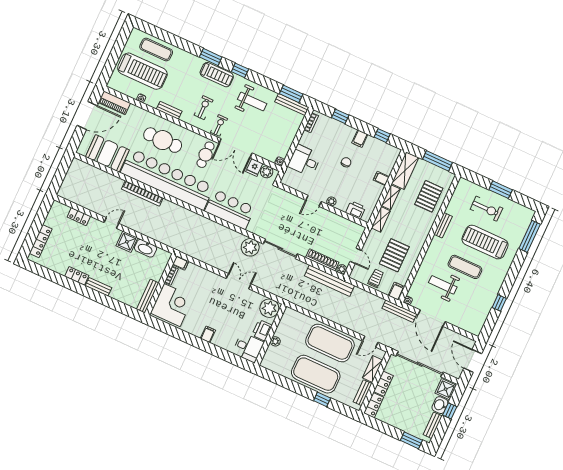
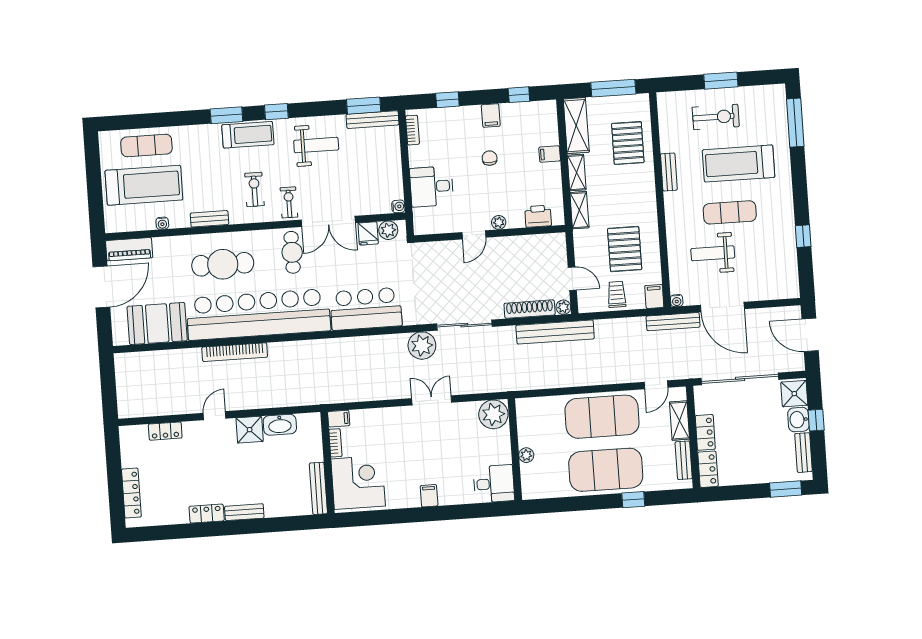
printer: (262, 330) -> (500, 450), removed

